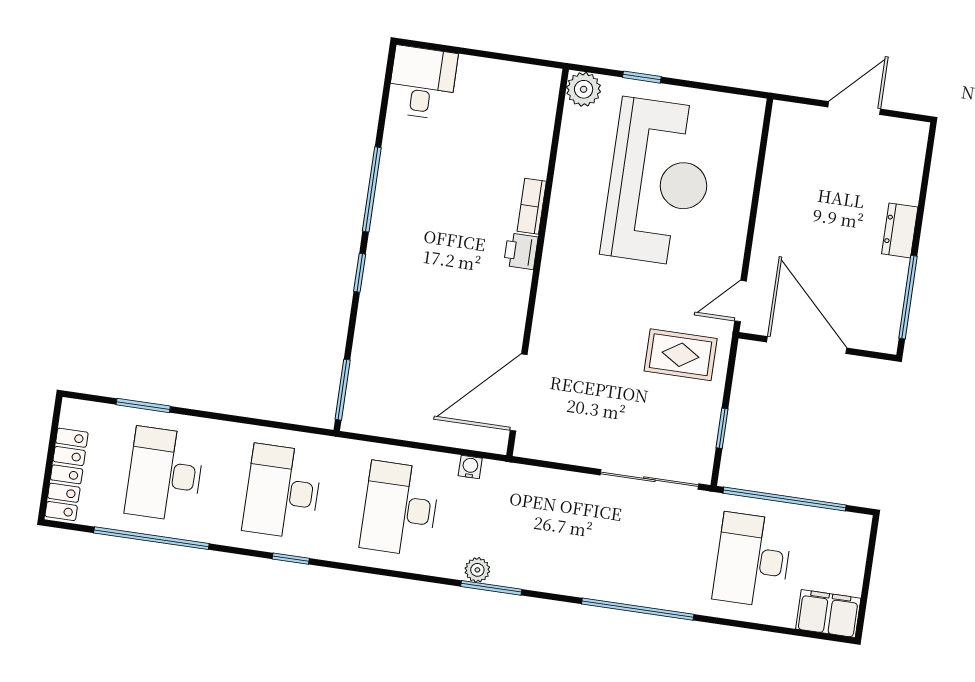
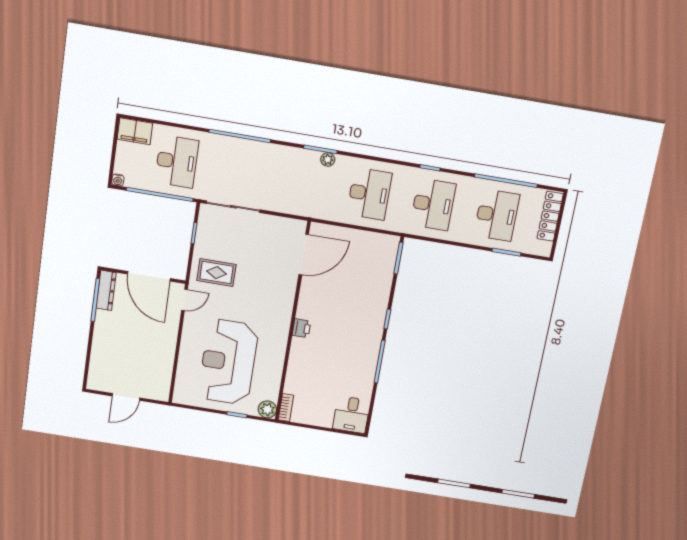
bookcase: (532, 206) -> (286, 408), moved
dresser: (900, 230) -> (106, 290), moved, width x1.44
water cooler: (470, 467) -> (118, 180), moved

